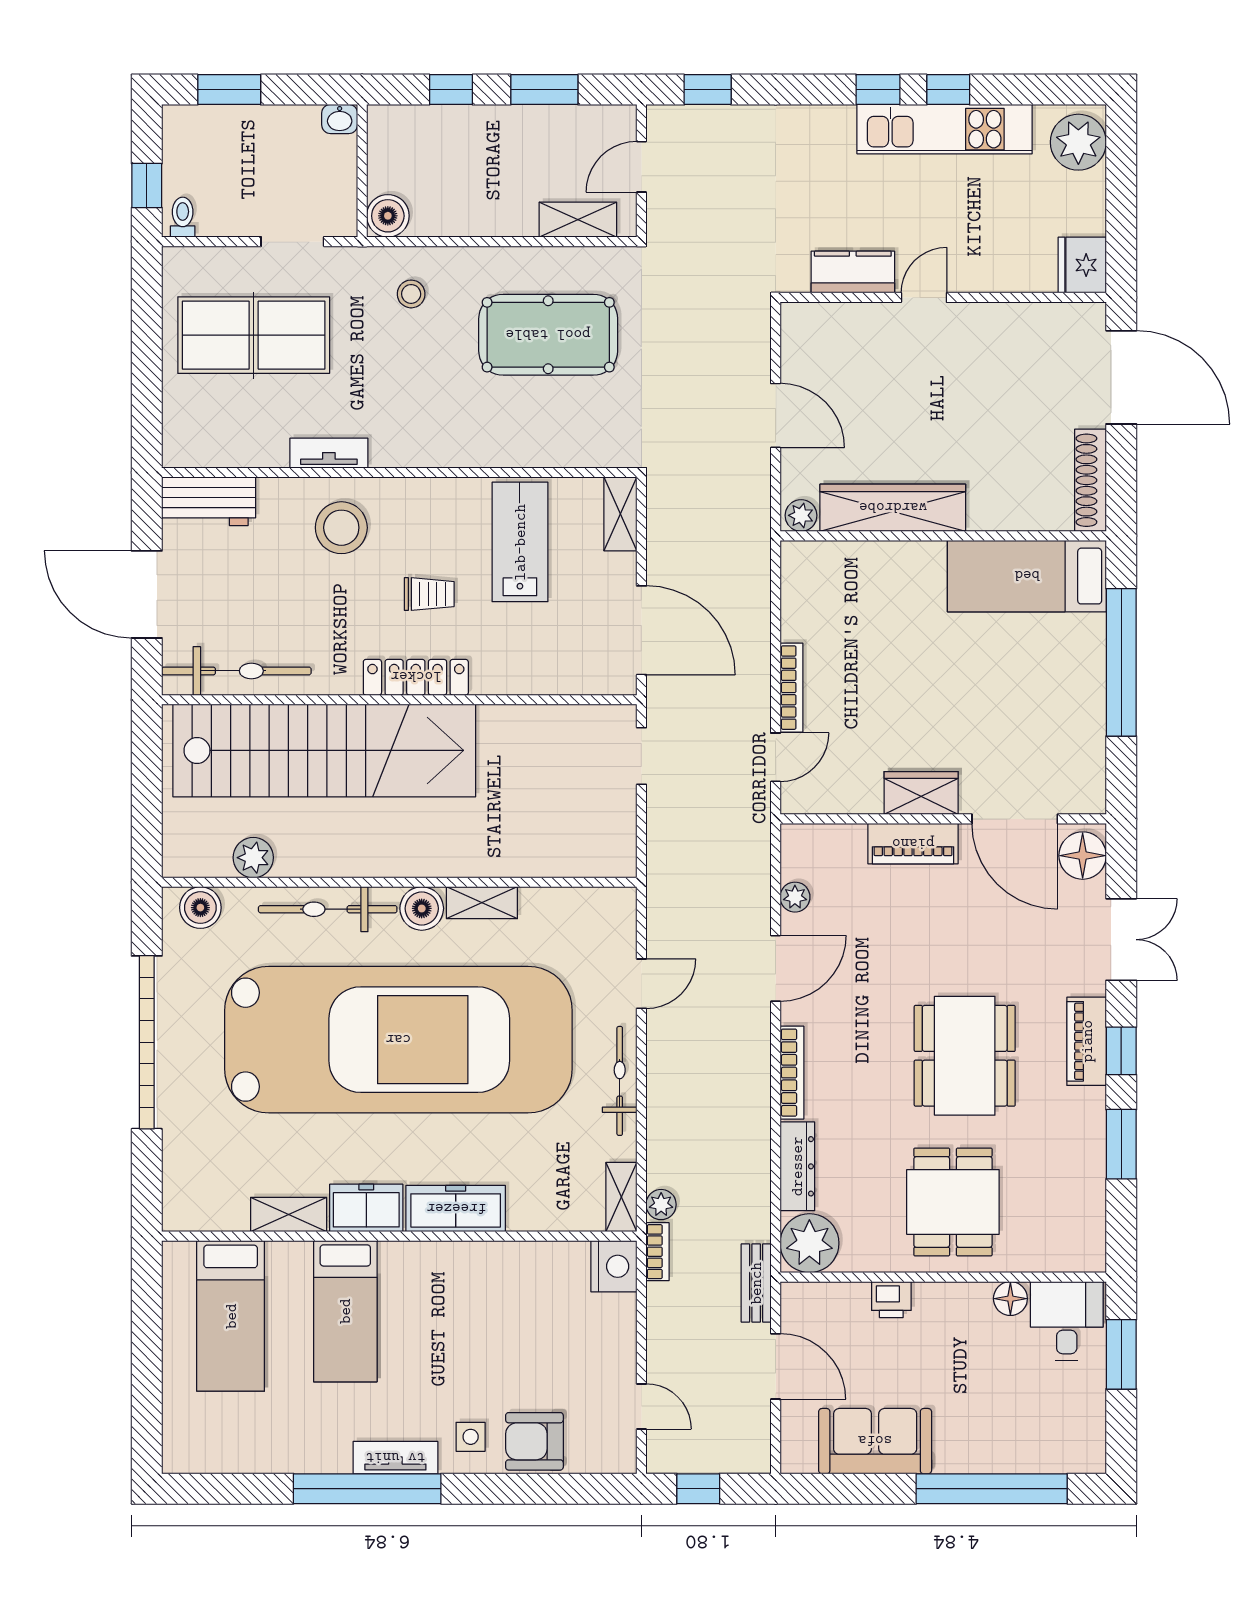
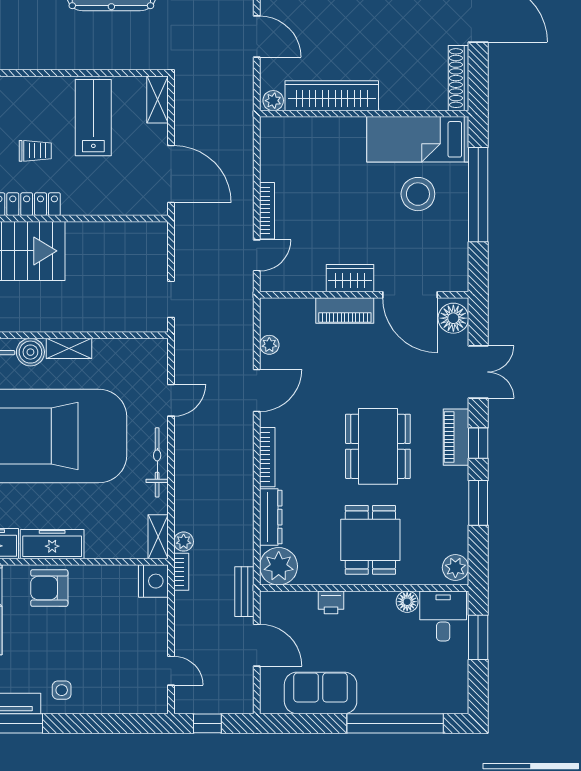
stool: (1027, 661) -> (418, 194), added
doorway: (641, 756) -> (171, 299), moved
plant: (1086, 1245) -> (455, 568), added
armchair: (534, 1441) -> (49, 588), moved

